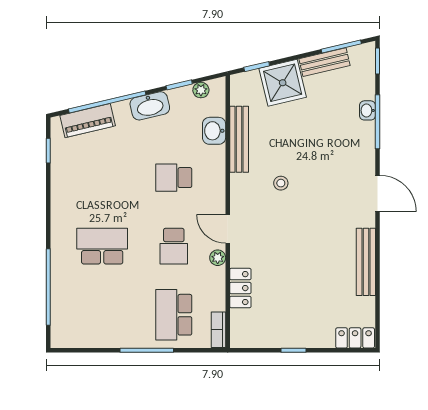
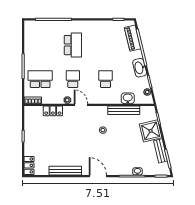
door: (377, 193) -> (98, 176), swing flipped
door: (228, 229) -> (81, 105), hinge flipped
school desk: (174, 246) -> (73, 79), turned 90

